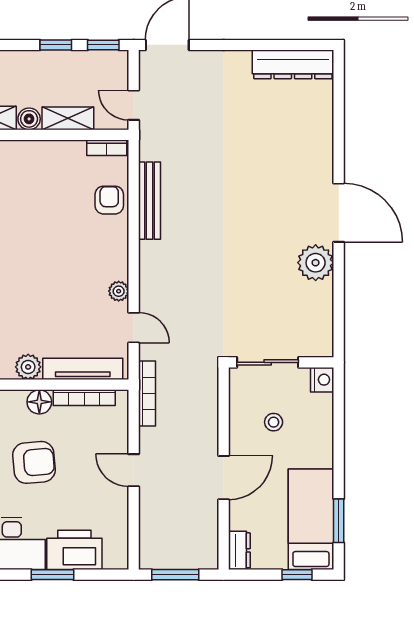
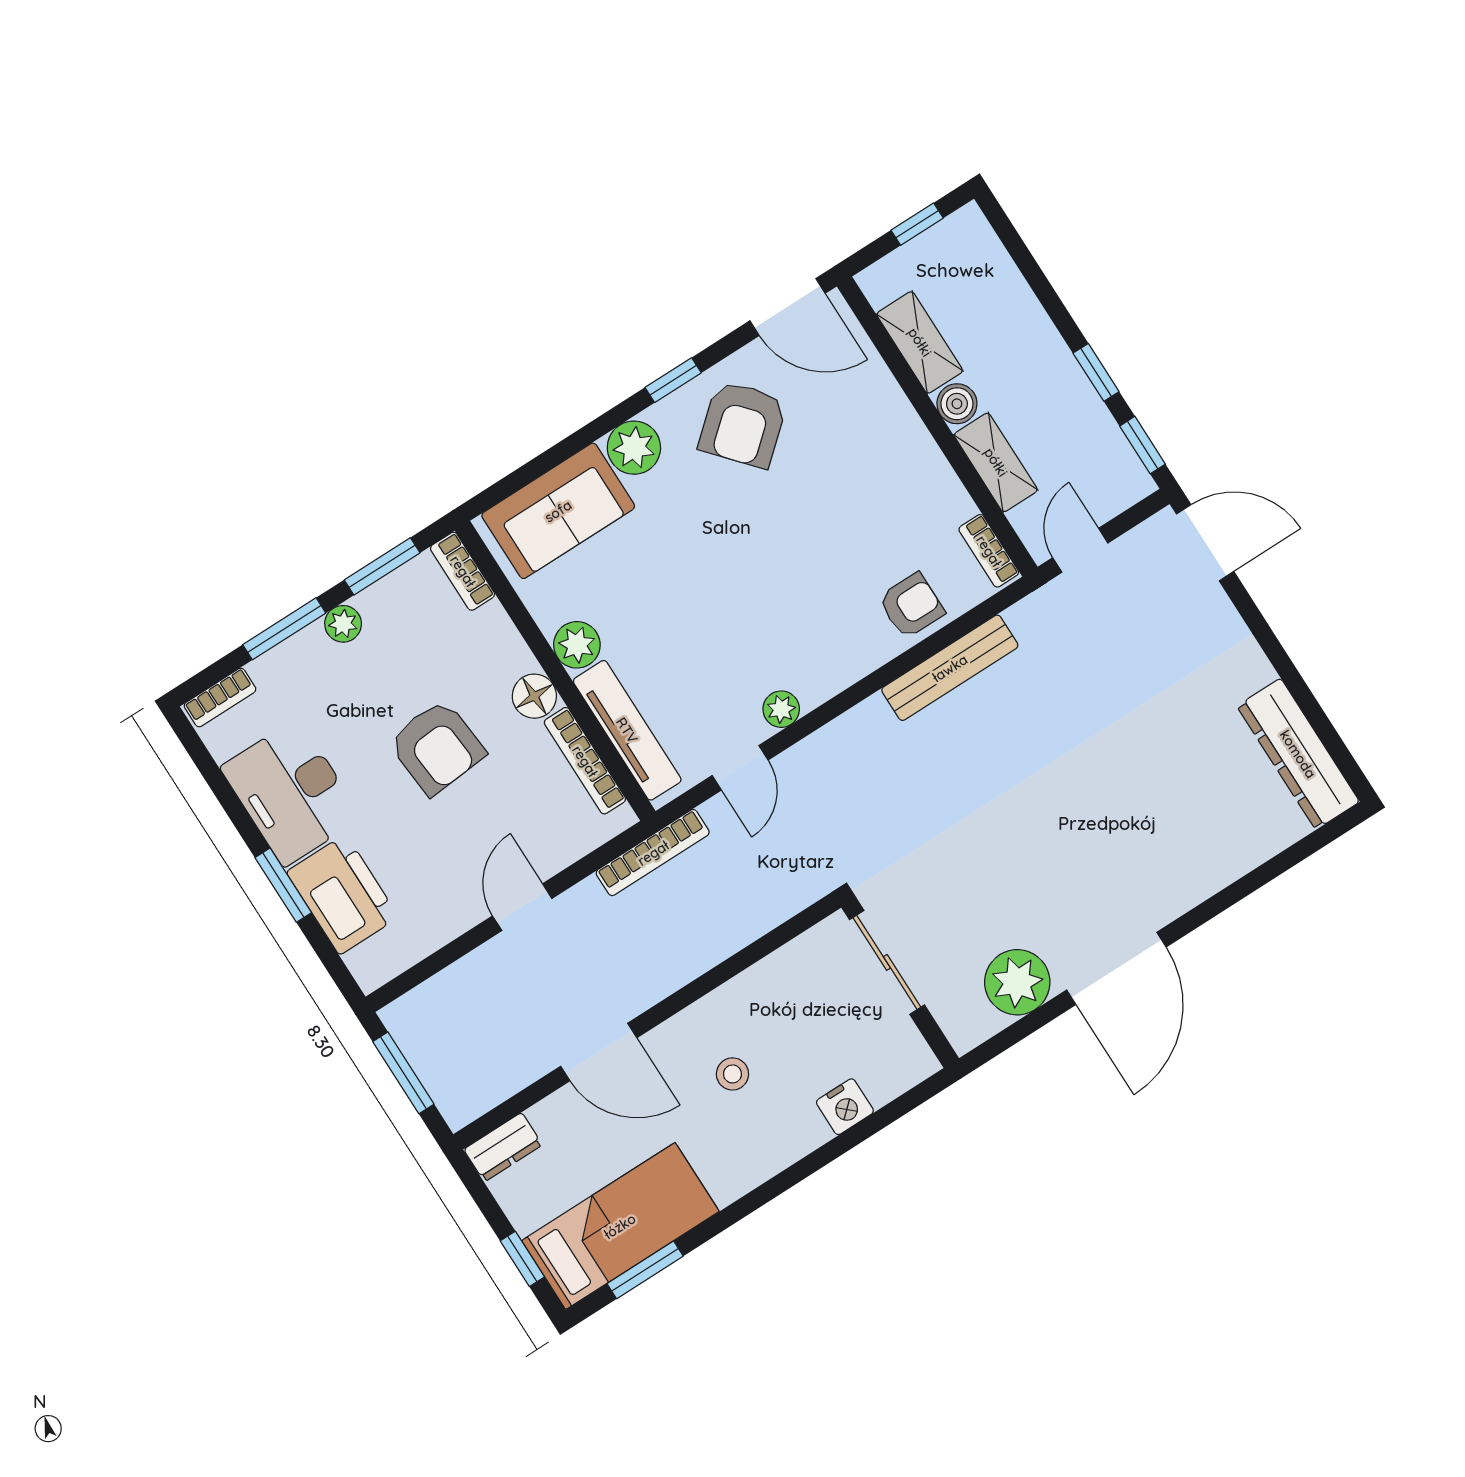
sliding door: (268, 362) -> (887, 962), moved
wall: (281, 362) -> (900, 983), moved

